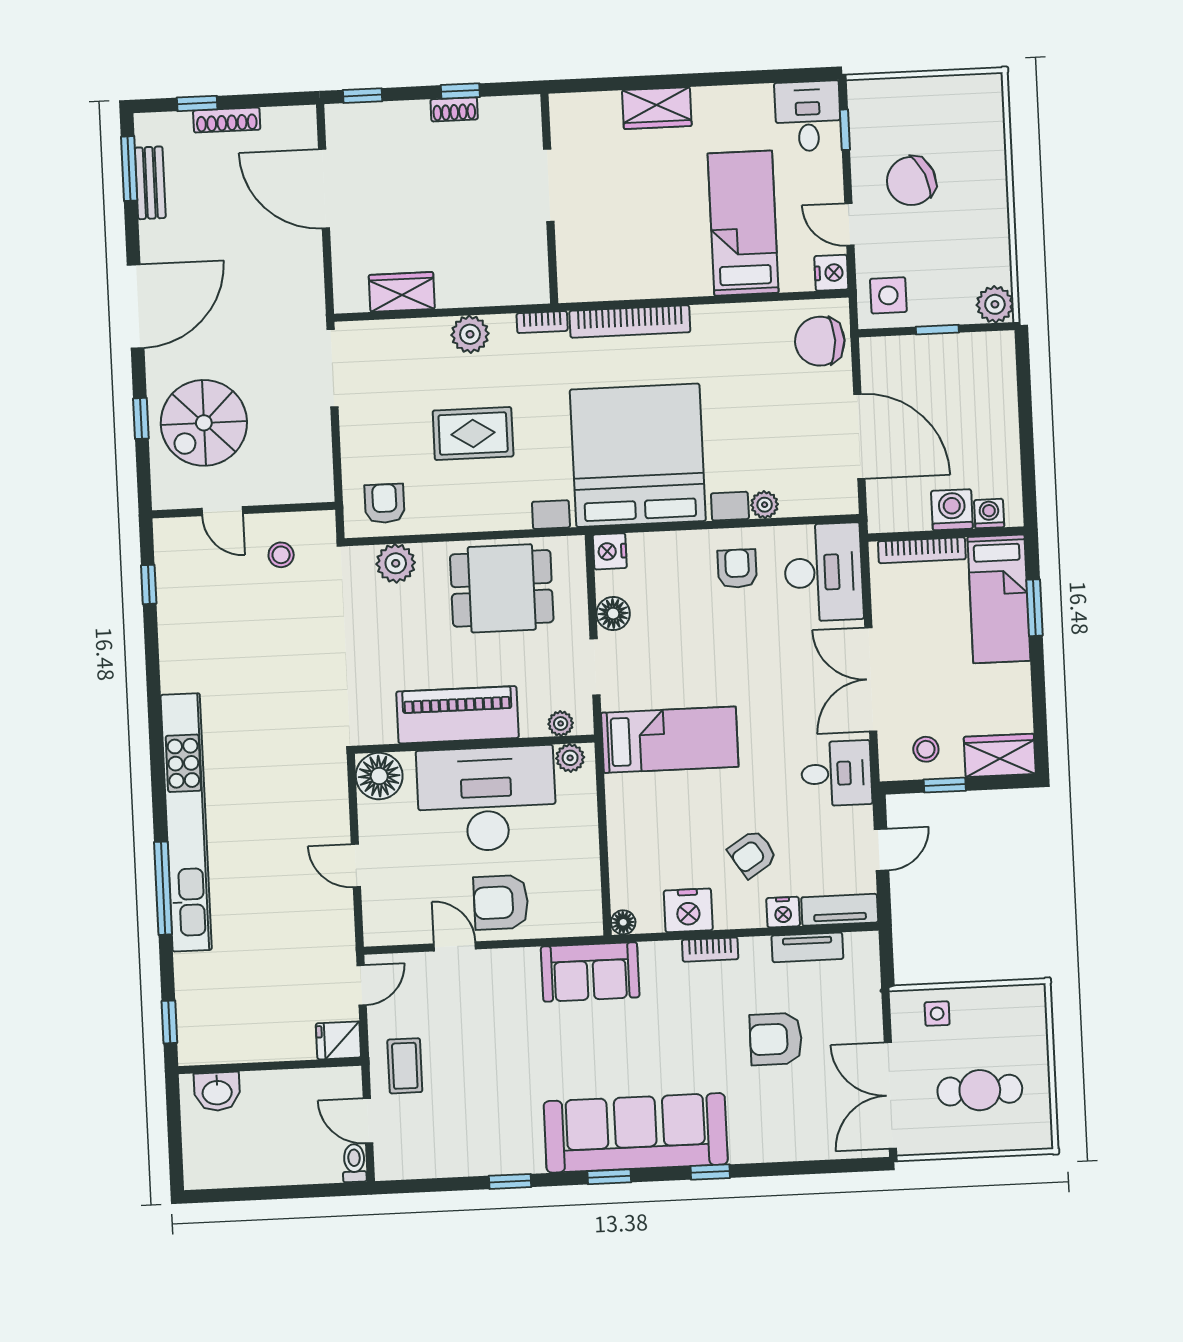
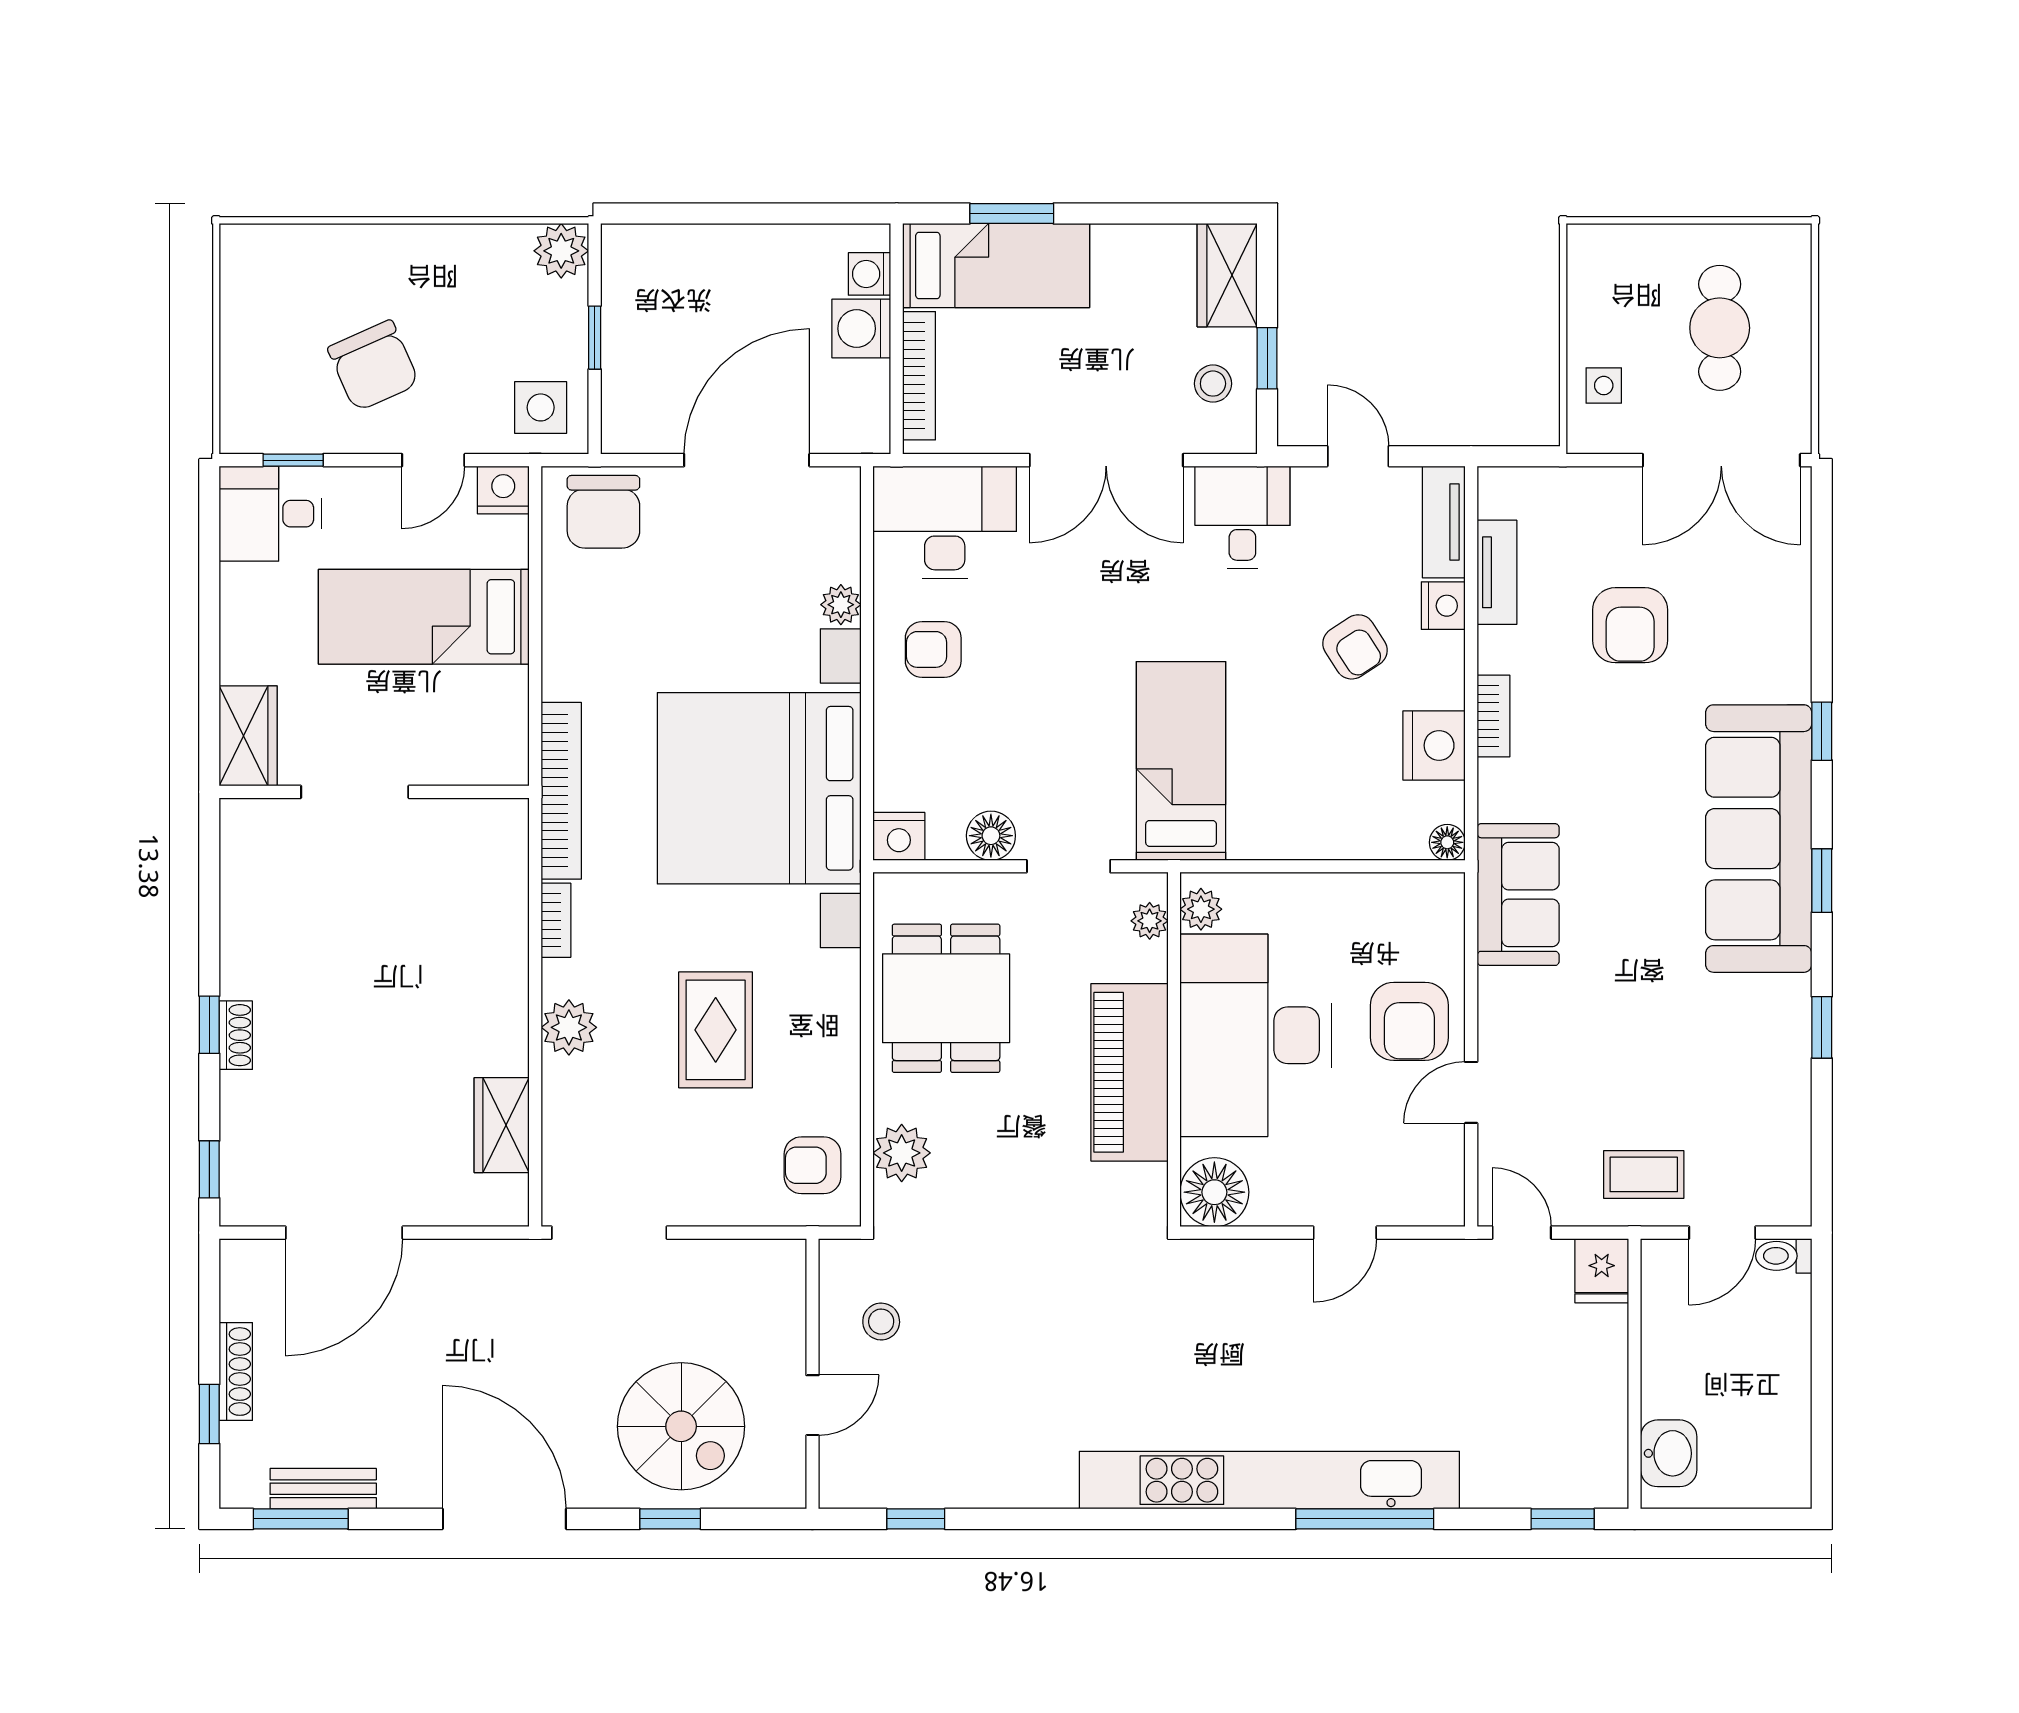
doorway: (549, 185) -> (355, 792), moved
wall: (549, 199) -> (374, 792), moved

